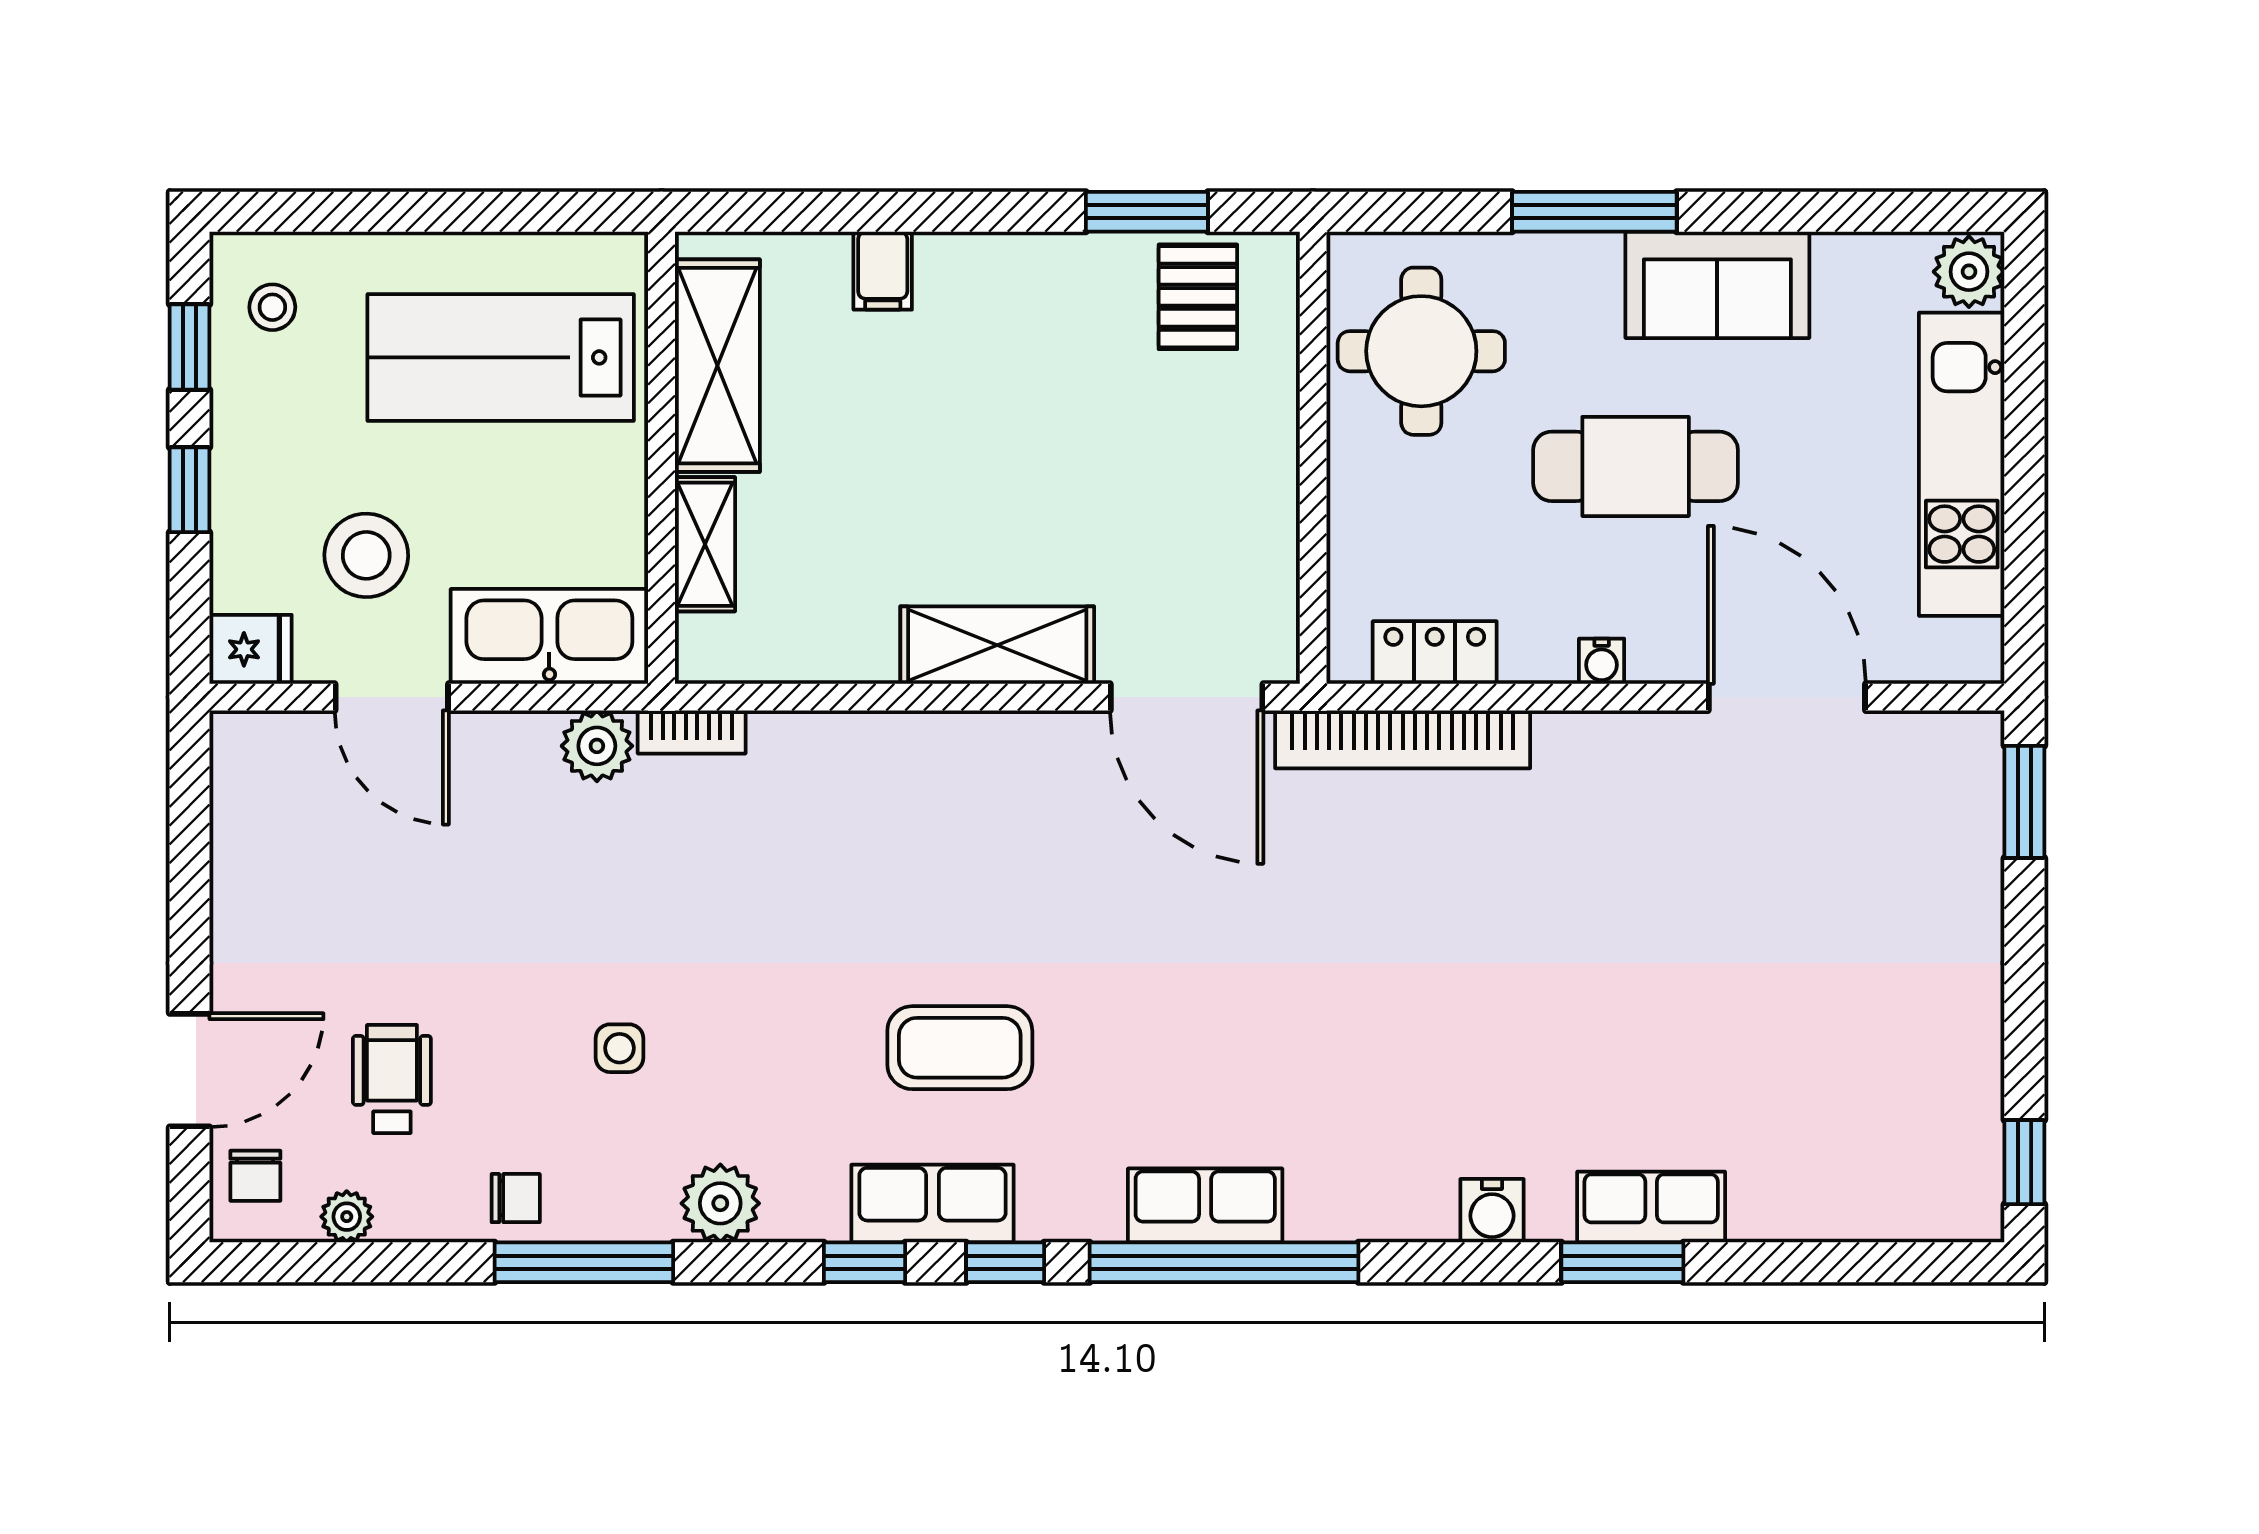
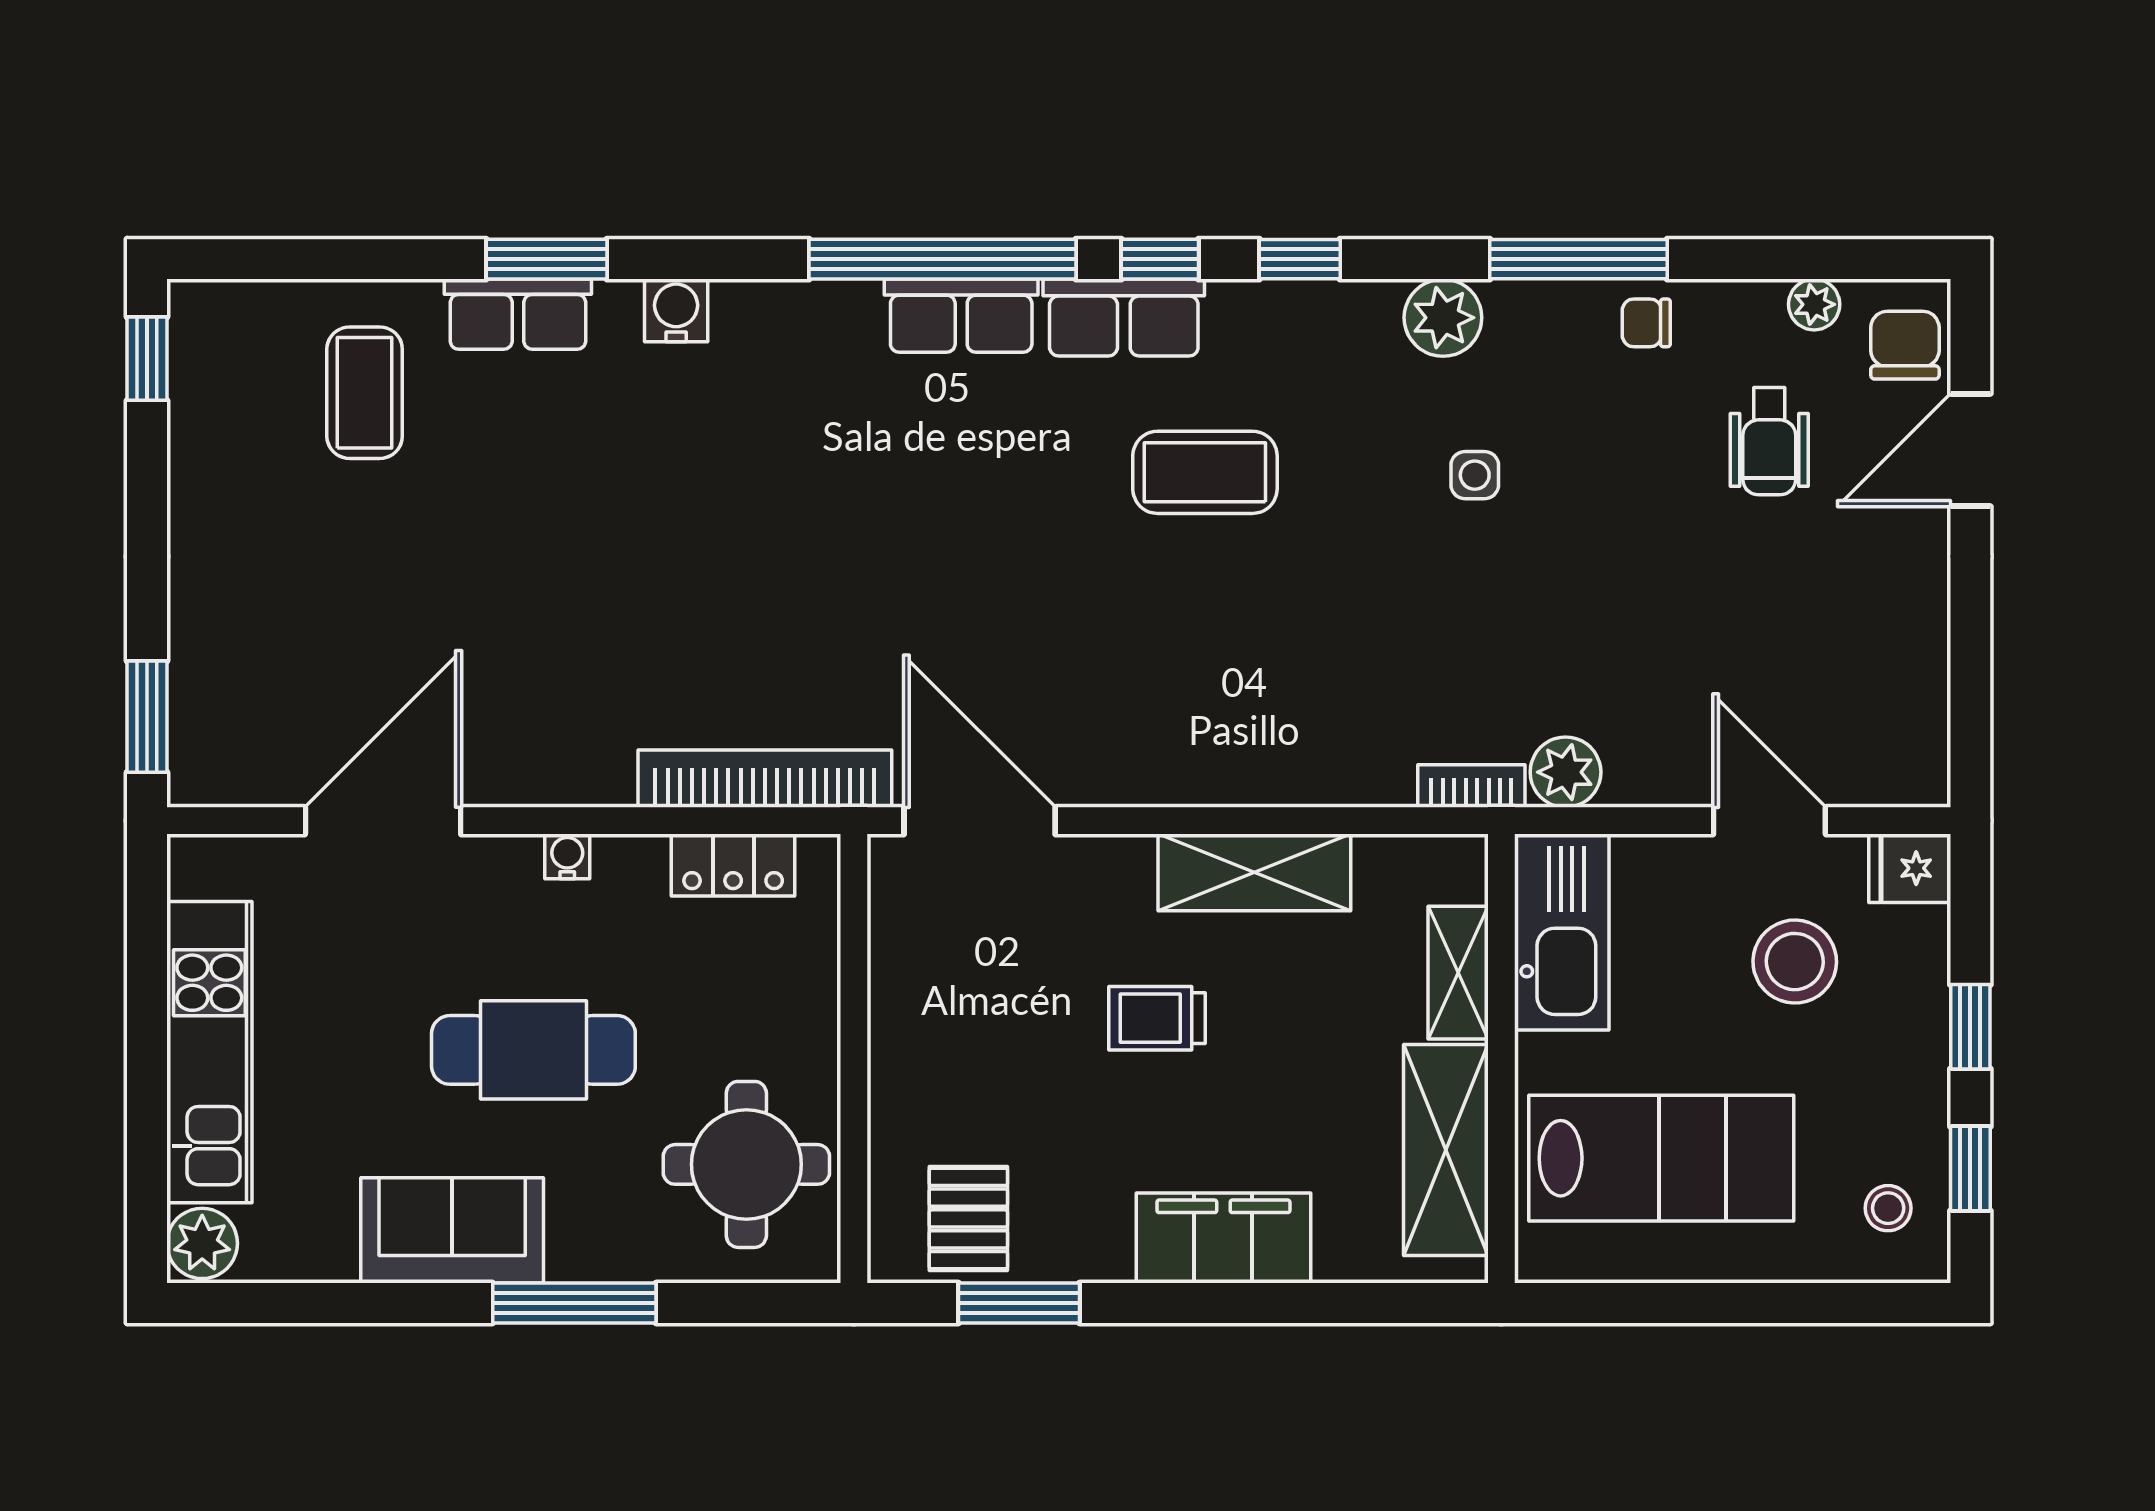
filing cabinet: (883, 271) -> (1223, 1238), width x3.00, depth x1.17
trolley: (1008, 498) -> (1157, 1018), added
kitchen sink: (549, 636) -> (1562, 932), moved, turned -90
shelving: (997, 645) -> (1254, 872), moved
door: (1787, 697) -> (383, 821), swing flipped
side table: (620, 1048) -> (1475, 475), moved
coffee table: (1805, 1128) -> (365, 393), added
chair: (255, 1176) -> (1905, 345), width x1.37, depth x1.37
row of seats: (932, 1203) -> (1124, 318), moved

